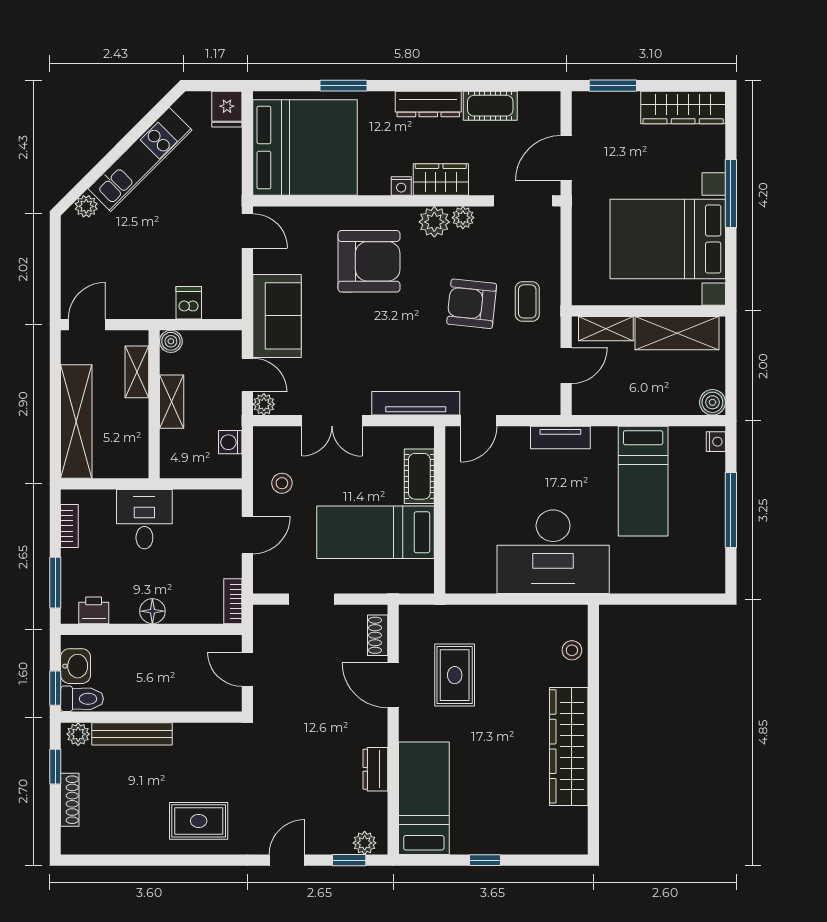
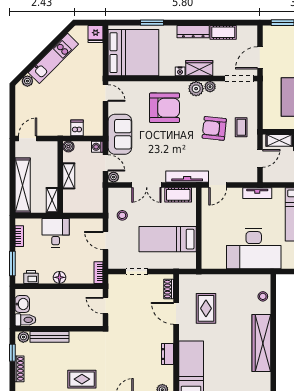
shelving: (137, 372) -> (52, 200), moved
washing machine: (230, 442) -> (97, 147), moved
cot: (419, 476) -> (178, 195), moved, turned 90
door: (247, 535) -> (106, 241), swing flipped
window: (55, 688) -> (12, 315), removed

